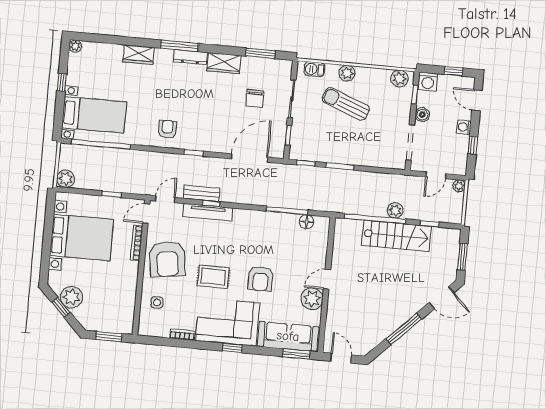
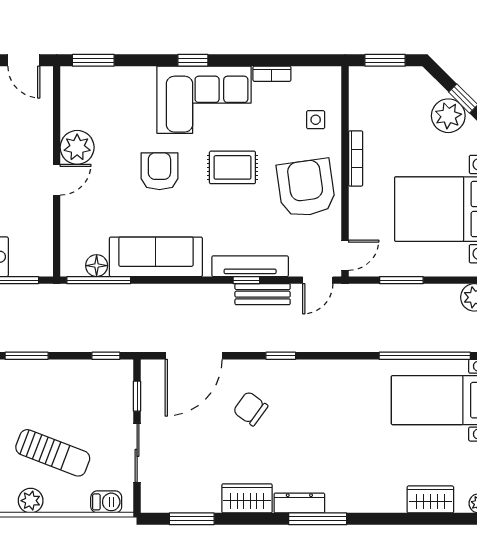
wardrobe: (139, 55) -> (430, 499), moved
plant: (347, 73) -> (31, 501), moved
chair: (255, 98) -> (250, 409), moved, turned -54
armchair: (167, 129) -> (325, 388), removed
window: (340, 166) -> (27, 356), moved
window: (111, 194) -> (401, 280), width x1.50
window: (287, 211) -> (99, 280), moved
bookcase: (137, 243) -> (356, 158), moved
sofa: (288, 336) -> (156, 257), moved, turned 180

